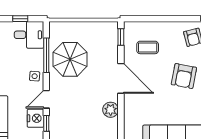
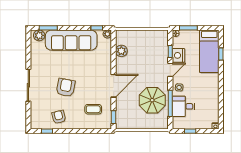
desk: (29, 35) -> (183, 106), moved
door: (121, 78) -> (114, 86), swing flipped
plant: (111, 110) -> (121, 51), moved

